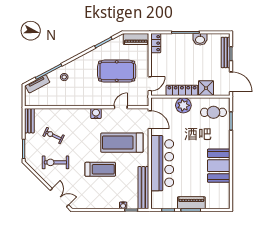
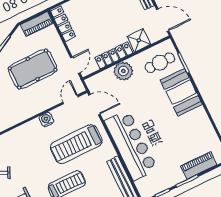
locker: (156, 43) -> (63, 24), width x1.53
door: (121, 107) -> (70, 99), moved
water cooler: (96, 113) -> (46, 120), moved
booth: (219, 166) -> (181, 92), moved
piano: (191, 203) -> (199, 165), moved

